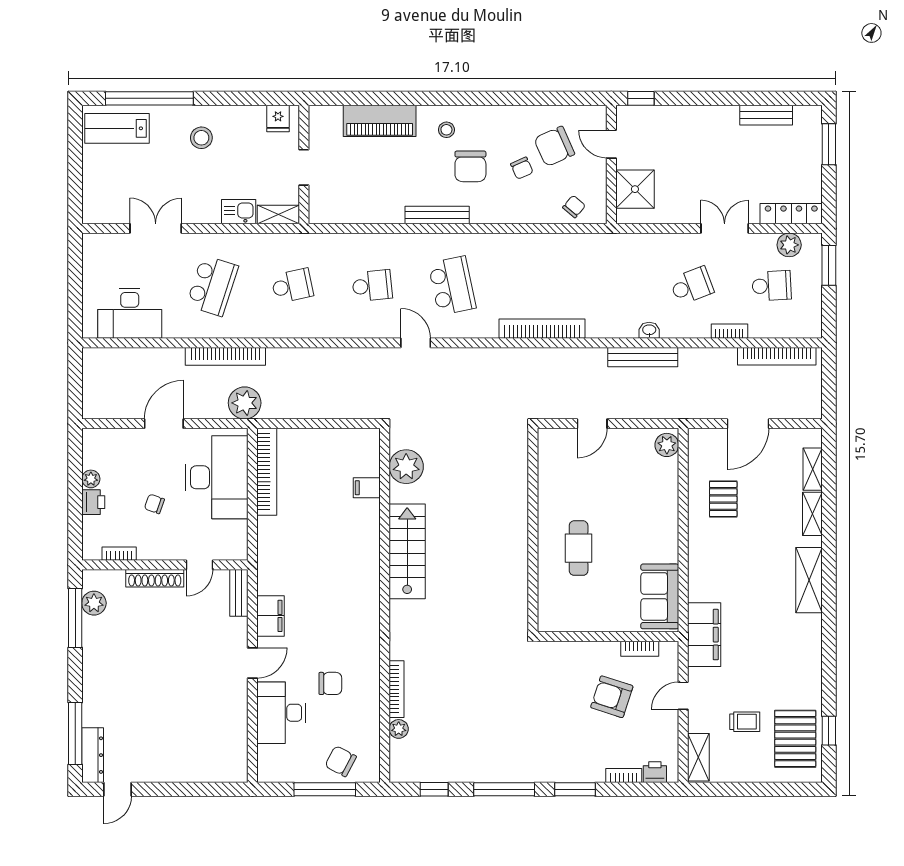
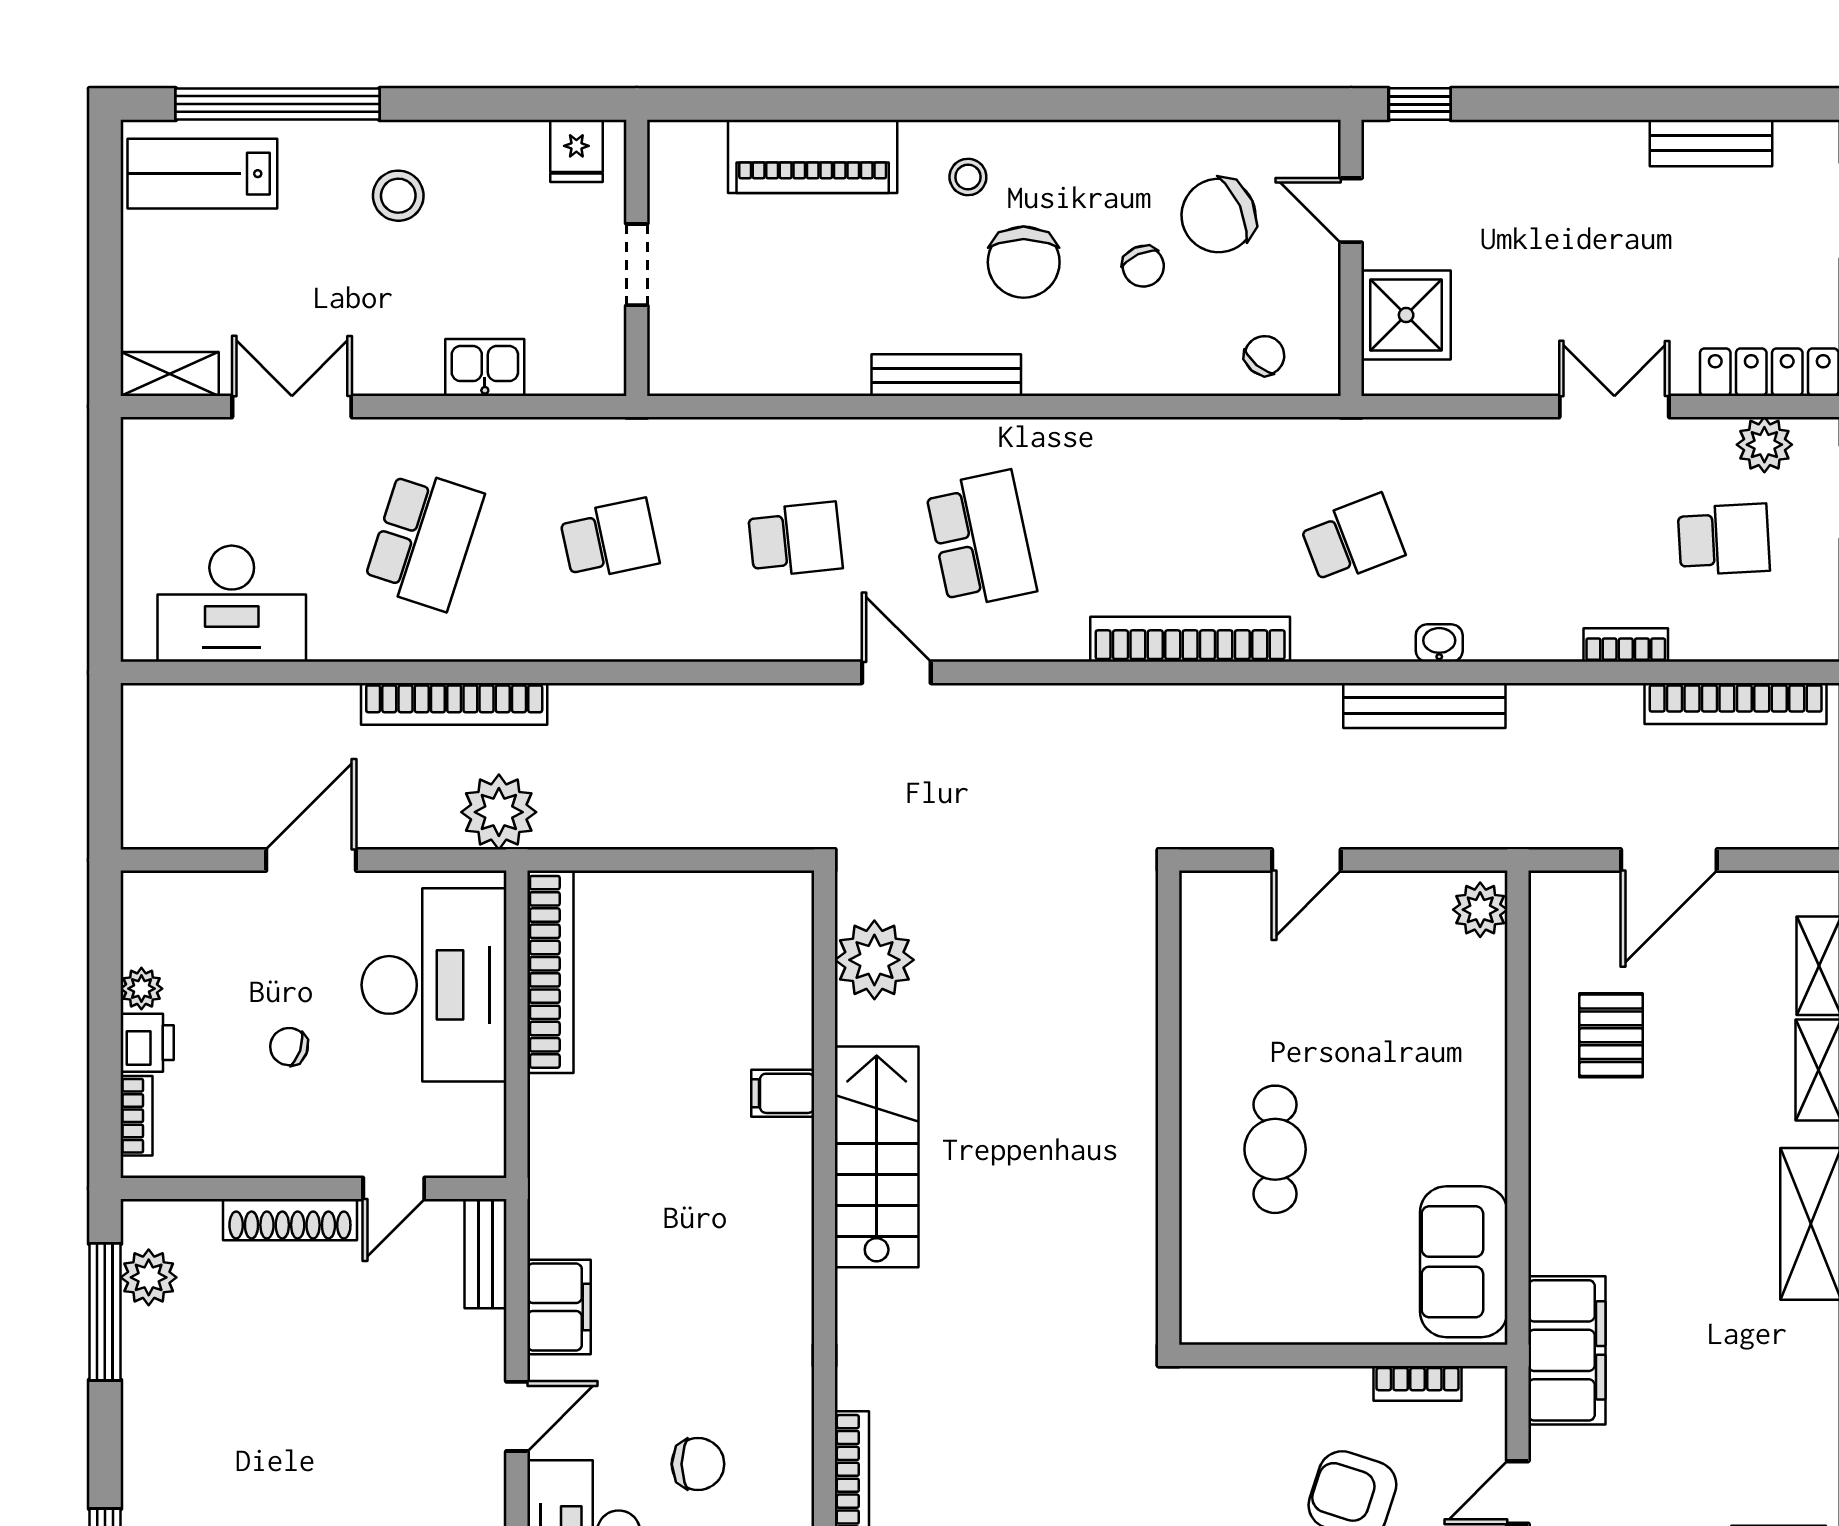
shelving: (278, 214) -> (170, 374), moved
school desk: (692, 286) -> (1352, 539), moved
filing cabinet: (367, 488) -> (783, 1093), moved
bookcase: (119, 554) -> (137, 1116), moved, turned 90

